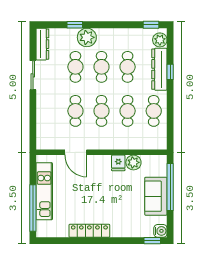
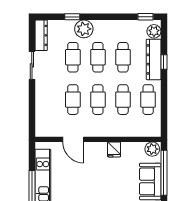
plant: (133, 162) -> (152, 149), moved

